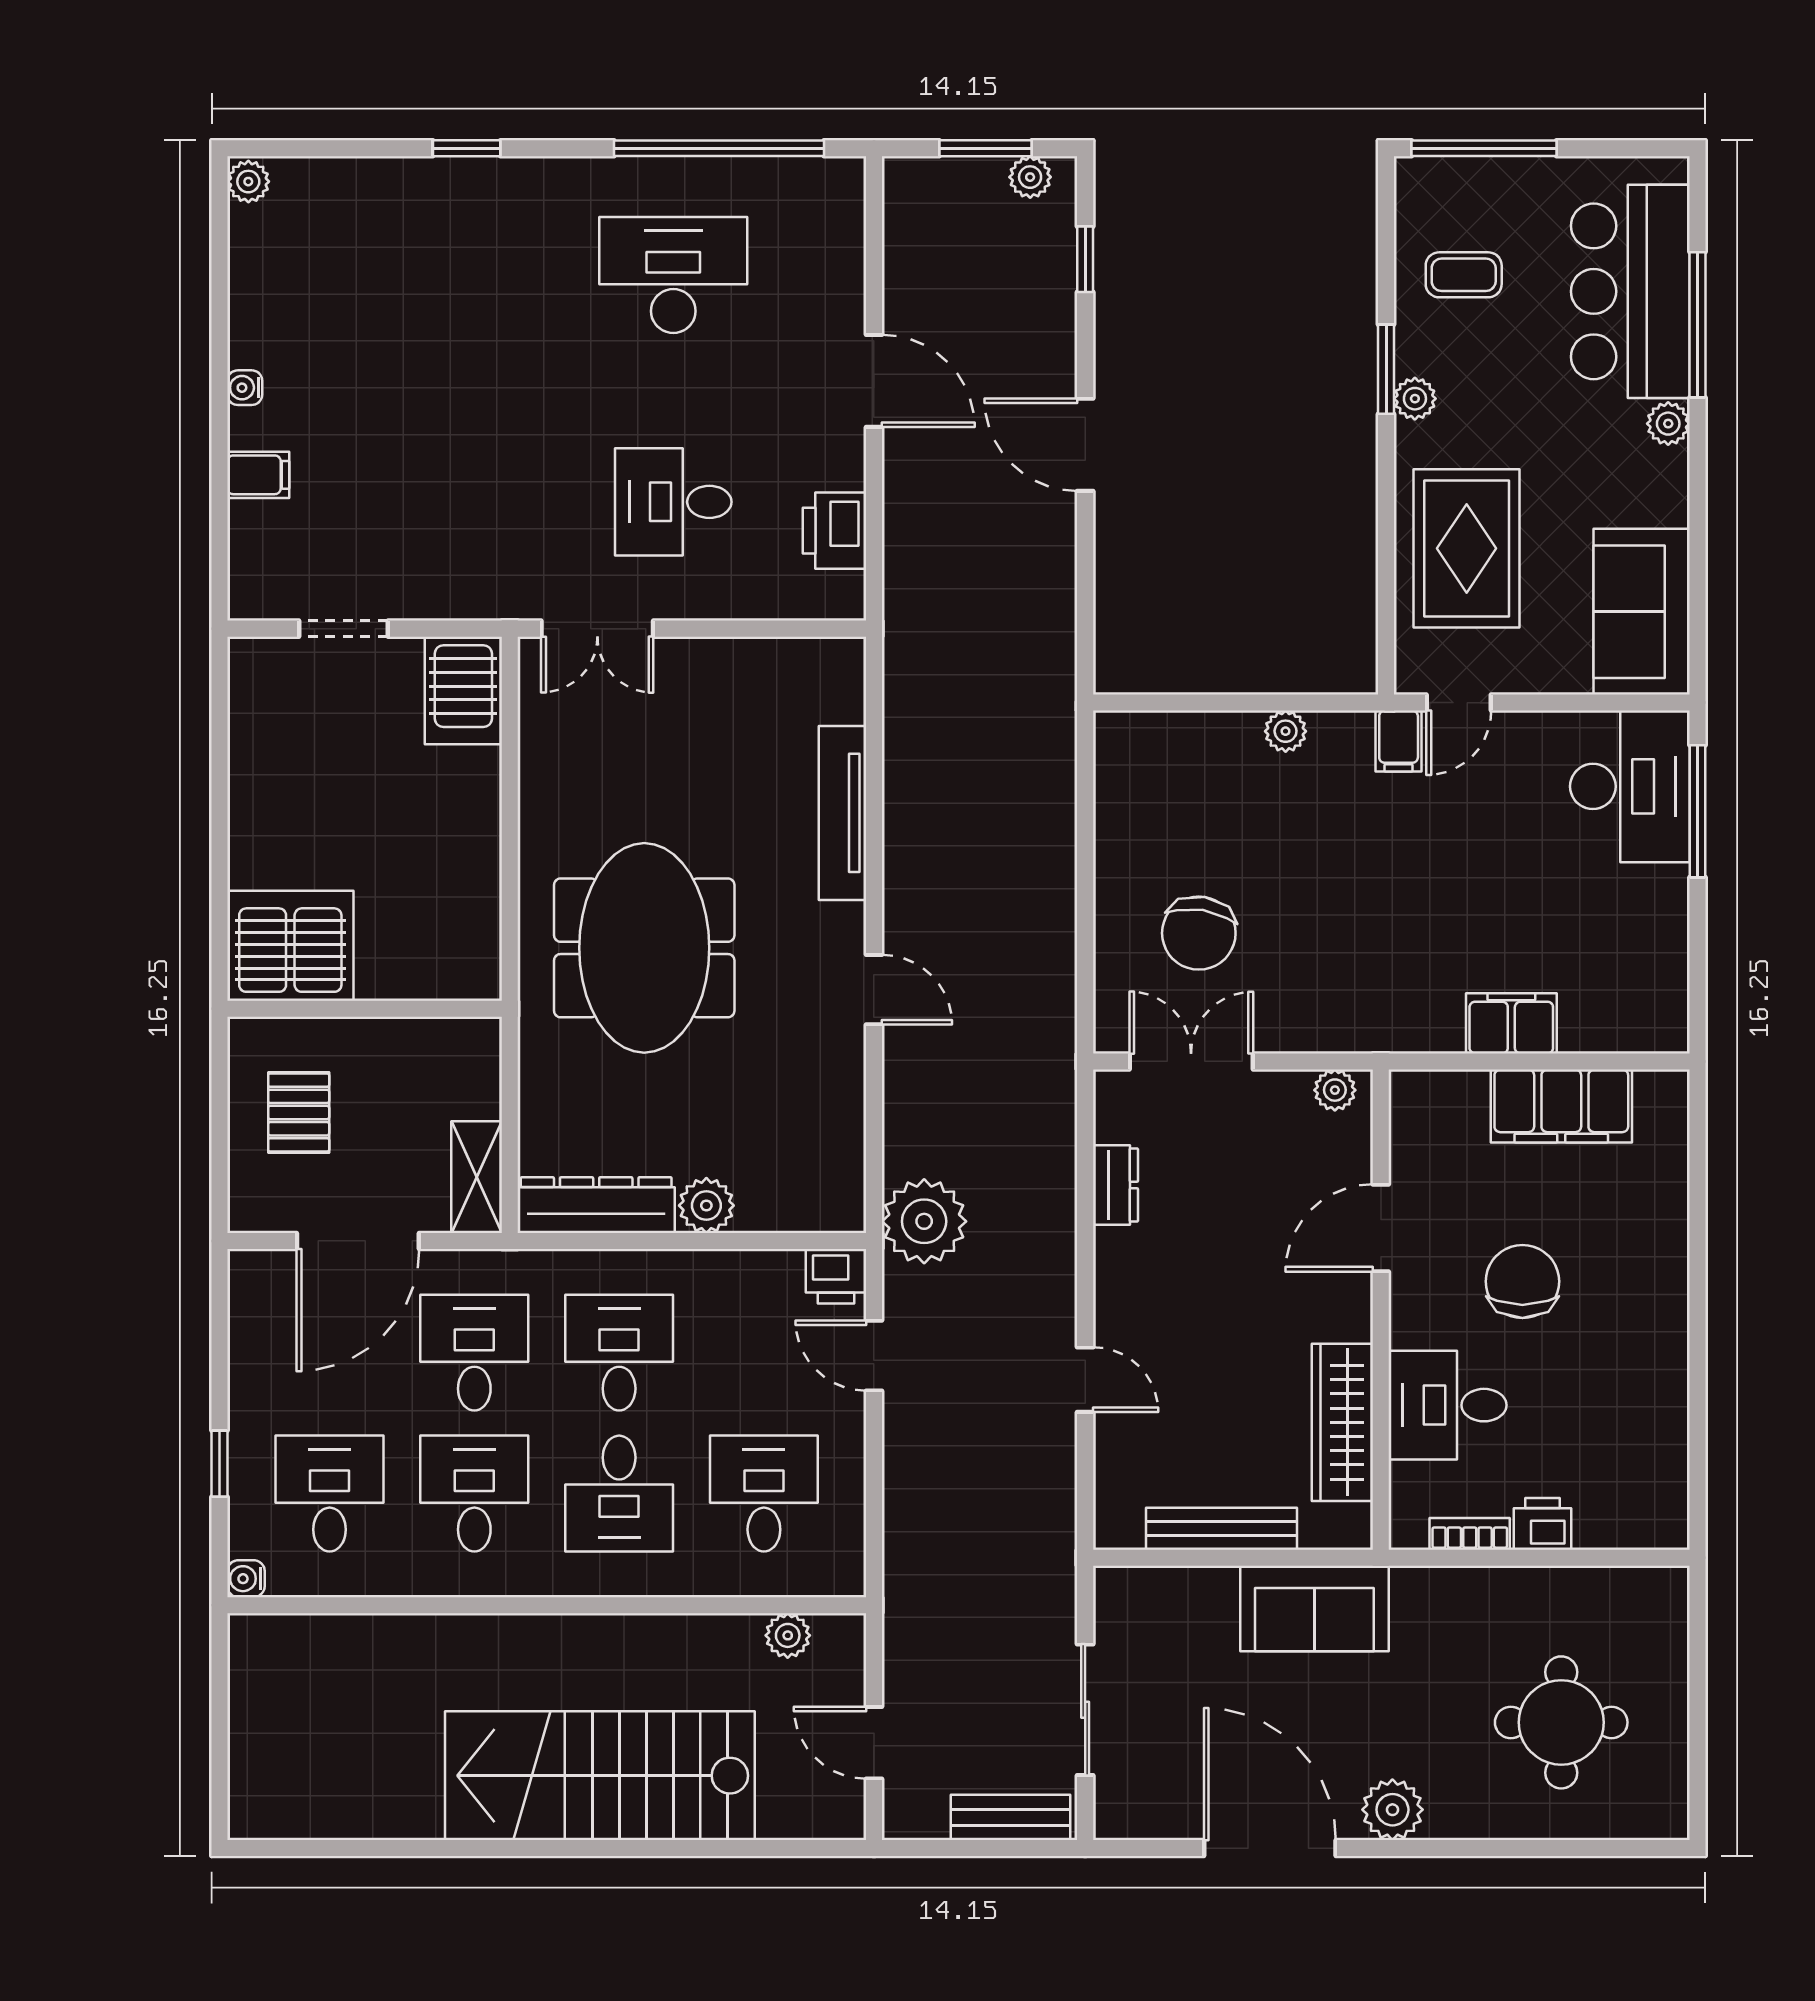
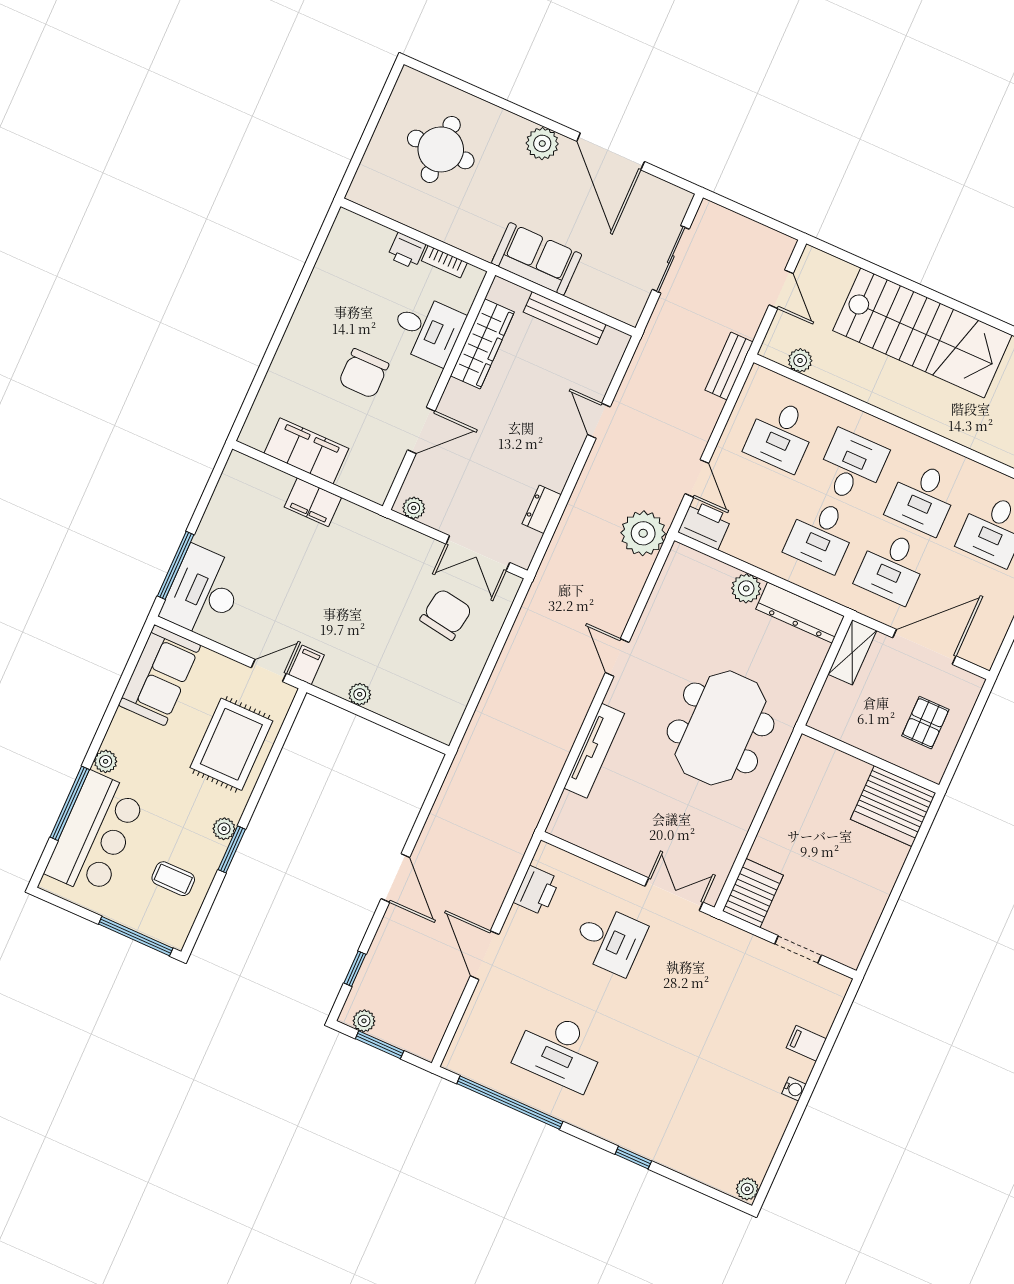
printer: (836, 1276) -> (705, 525), width x1.36, depth x1.24
bench: (1010, 1817) -> (729, 366), moved, turned 90

